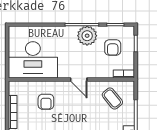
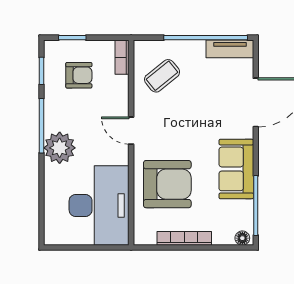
plant: (87, 36) -> (60, 148), moved
door: (79, 80) -> (131, 131), swing flipped
armchair: (46, 102) -> (167, 184), width x1.88, depth x1.88

